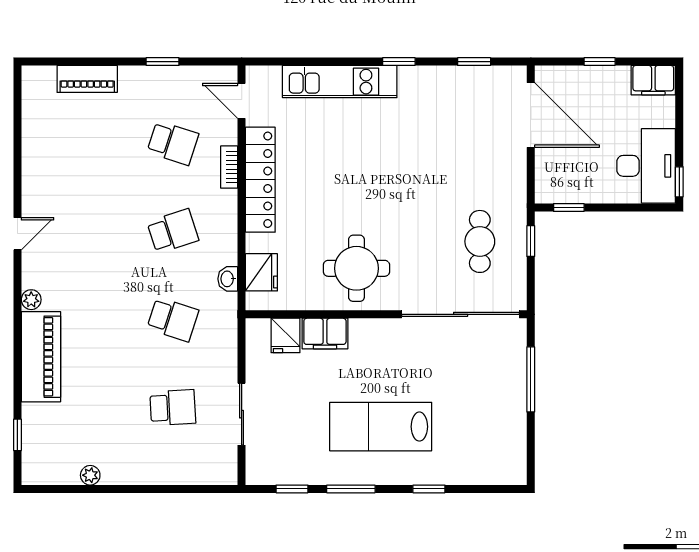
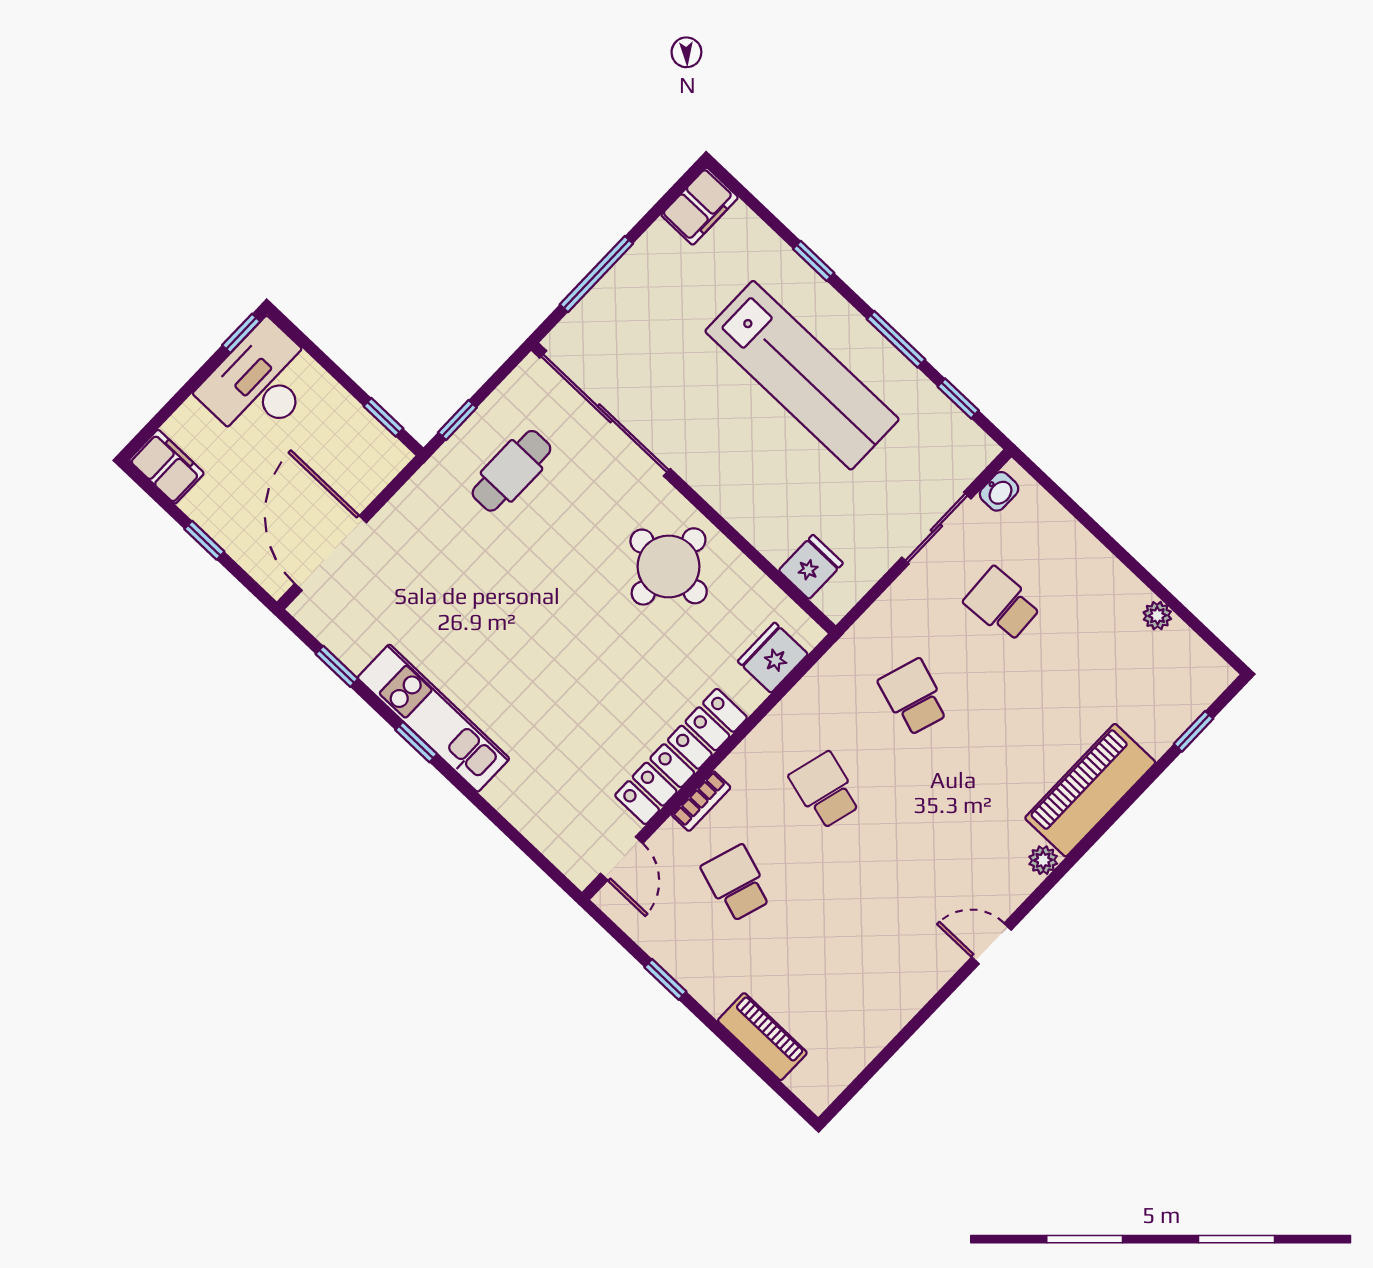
kitchen unit: (340, 82) -> (433, 718), moved
school desk: (173, 231) -> (825, 790), turned 33
washbasin: (228, 279) -> (999, 491), moved
filing cabinet: (325, 333) -> (700, 206), moved, turned 90
lab bench: (381, 427) -> (802, 375), width x1.36

